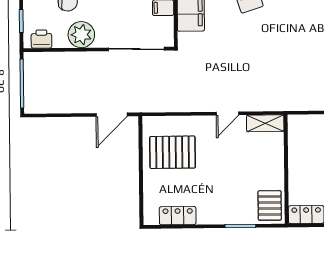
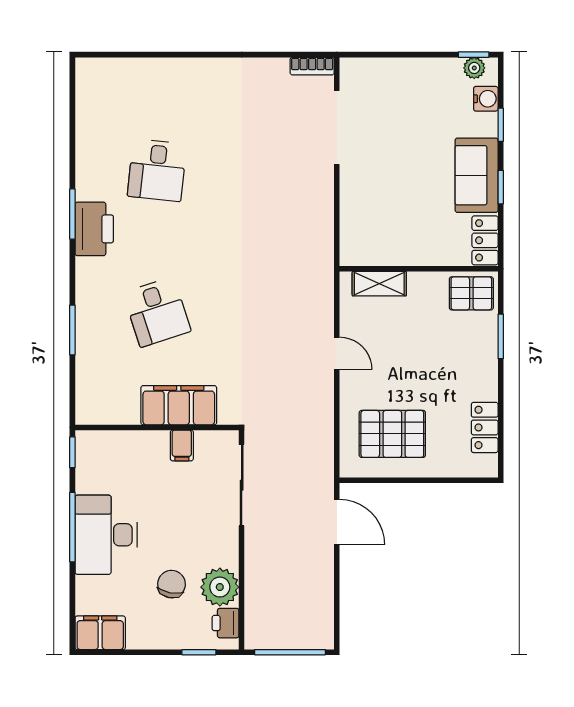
plant: (81, 35) -> (220, 587), moved
shelving: (265, 123) -> (379, 284), moved, turned 90
pallet: (173, 152) -> (392, 434), turned 90

